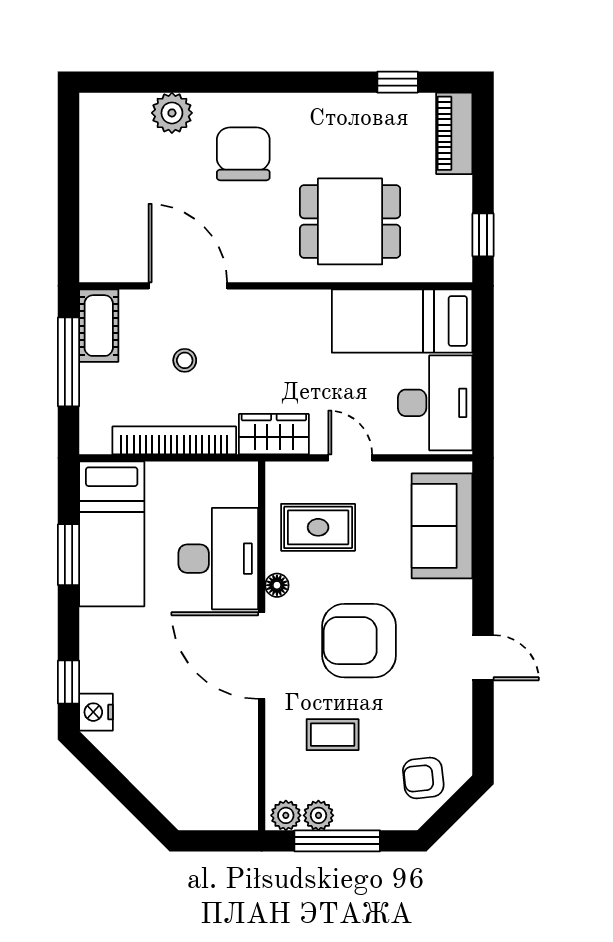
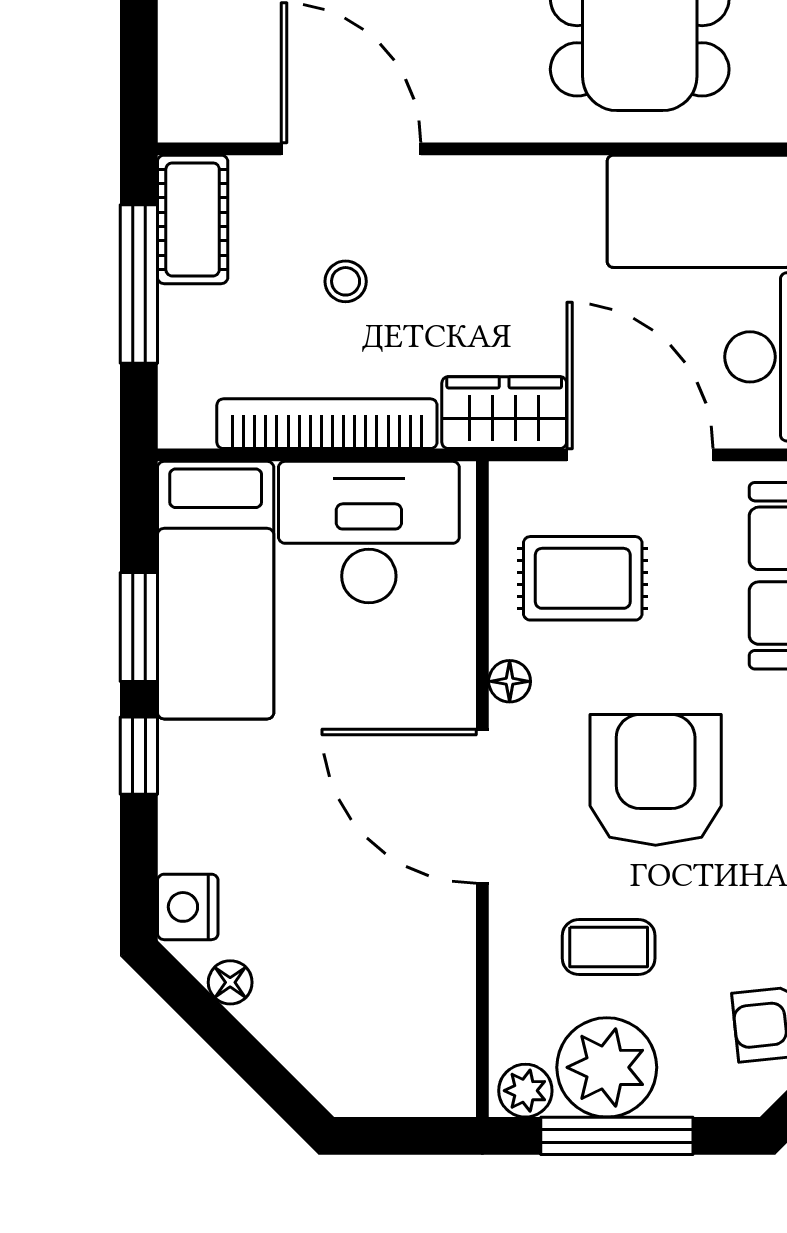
door: (350, 458) -> (640, 455), width x1.87
desk: (218, 559) -> (369, 532), moved, turned -90
armchair: (359, 641) -> (656, 780), turned 90
window: (69, 682) -> (139, 756), moved
floor lamp: (120, 754) -> (230, 982), added
plant: (318, 815) -> (607, 1067), width x1.88, depth x1.88

